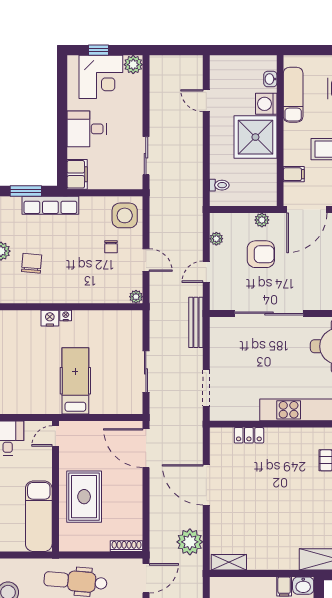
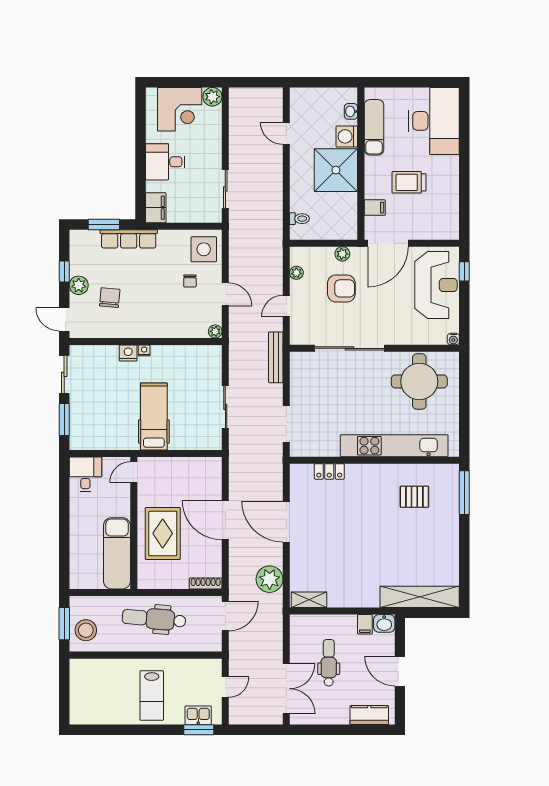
window: (98, 50) -> (177, 82), removed
door: (146, 448) -> (225, 520), moved

